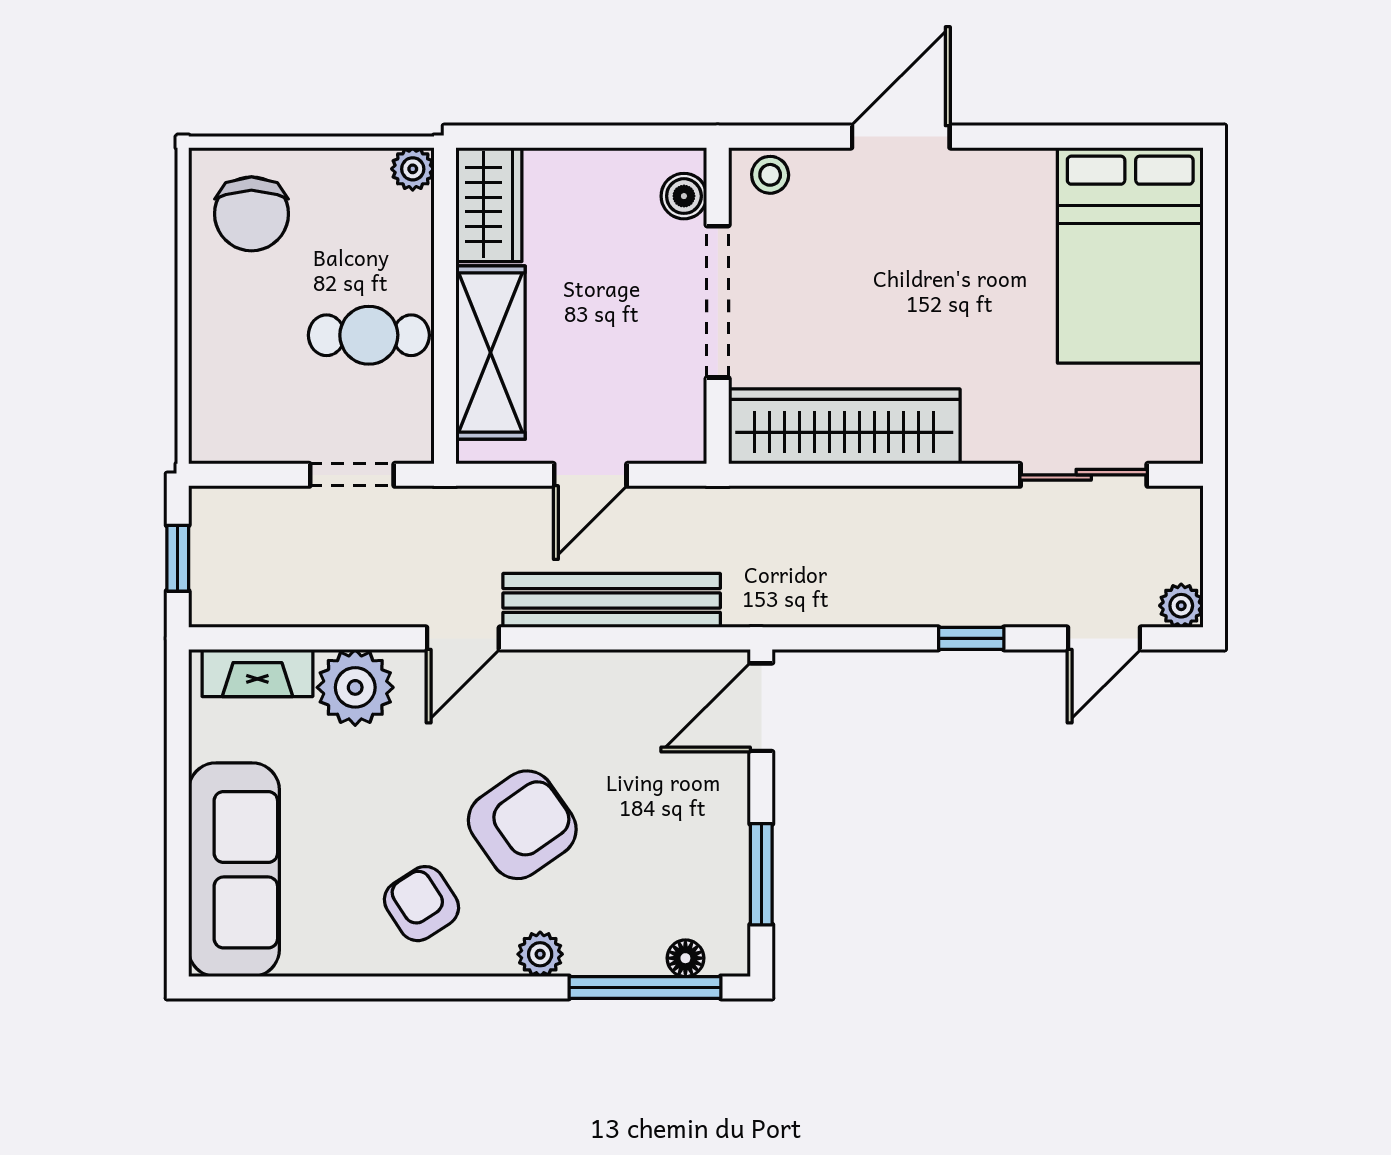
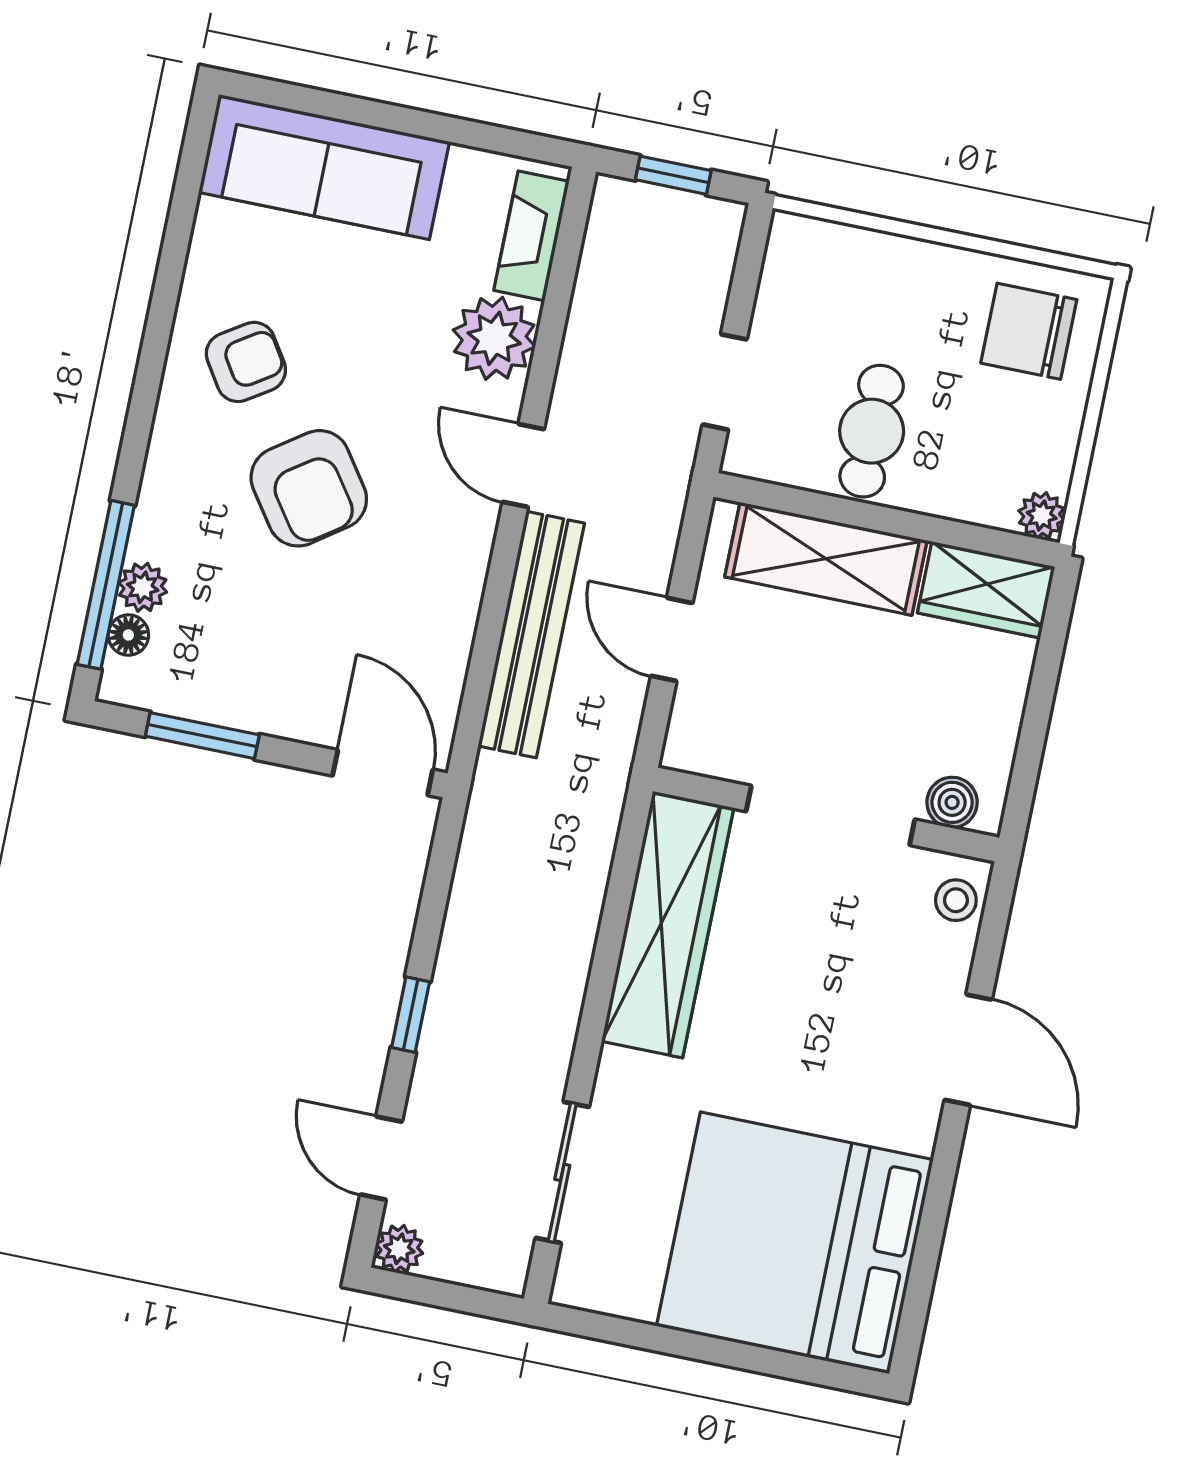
bed: (1130, 255) -> (795, 1243), width x1.36
plant: (540, 954) -> (143, 587), moved

